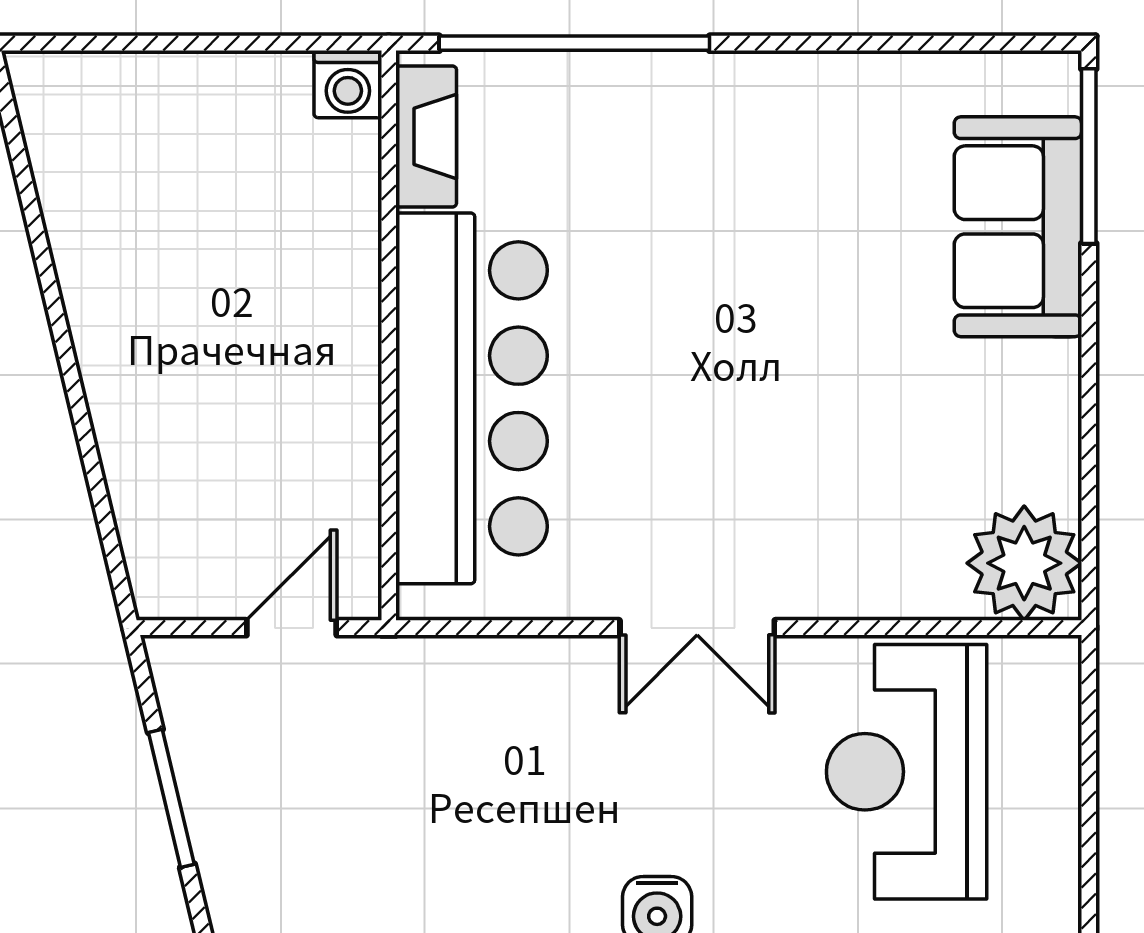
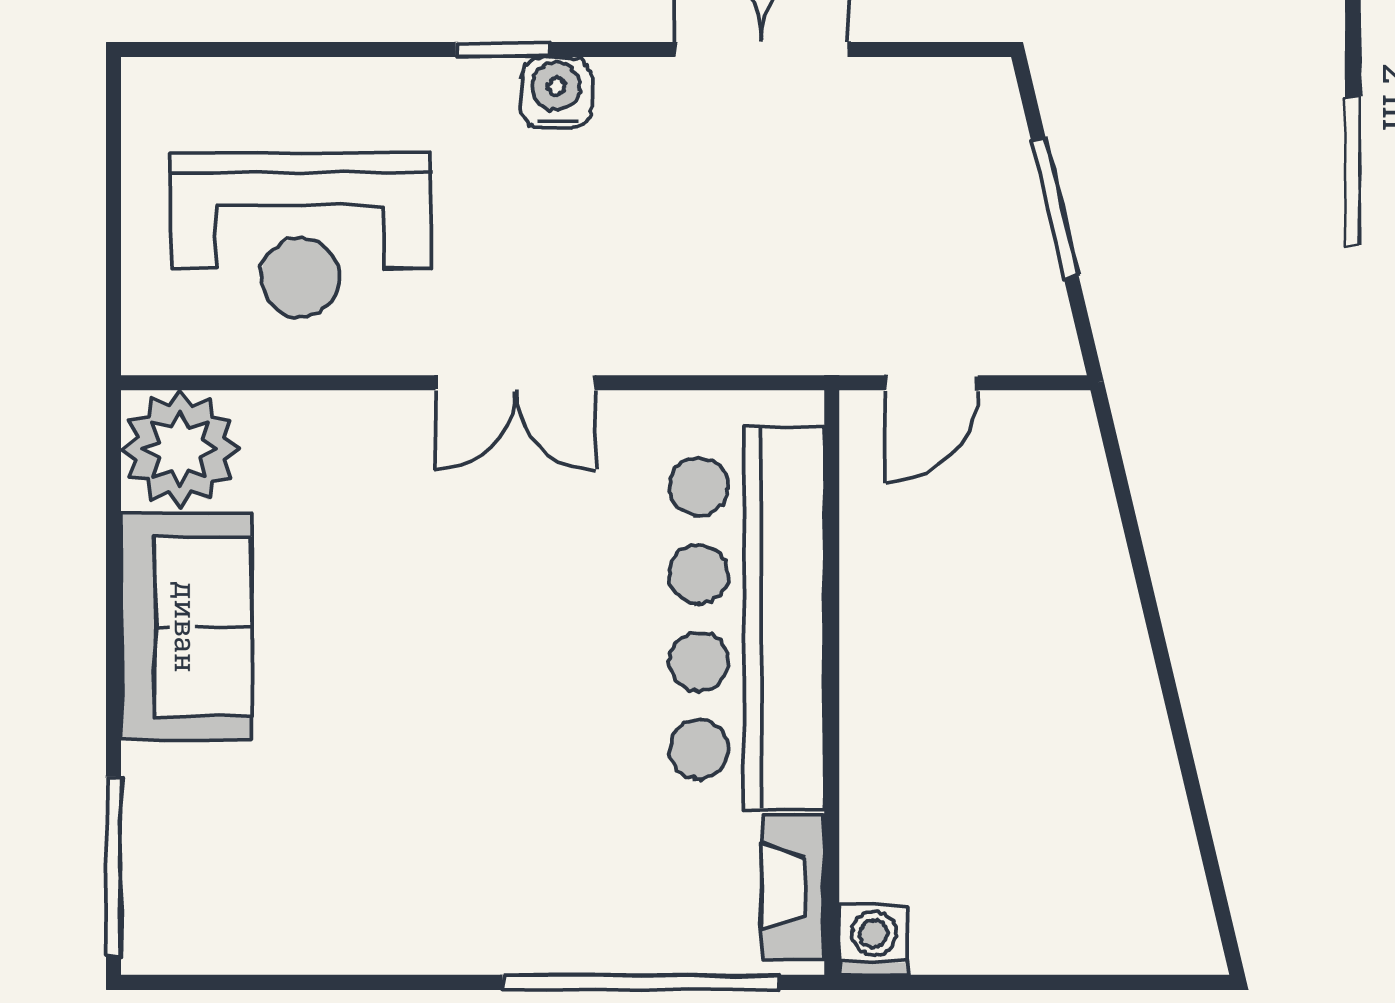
sofa: (1018, 227) -> (186, 627), moved
double door: (697, 628) -> (515, 383), swing flipped
reception desk: (907, 772) -> (300, 235), turned 90

